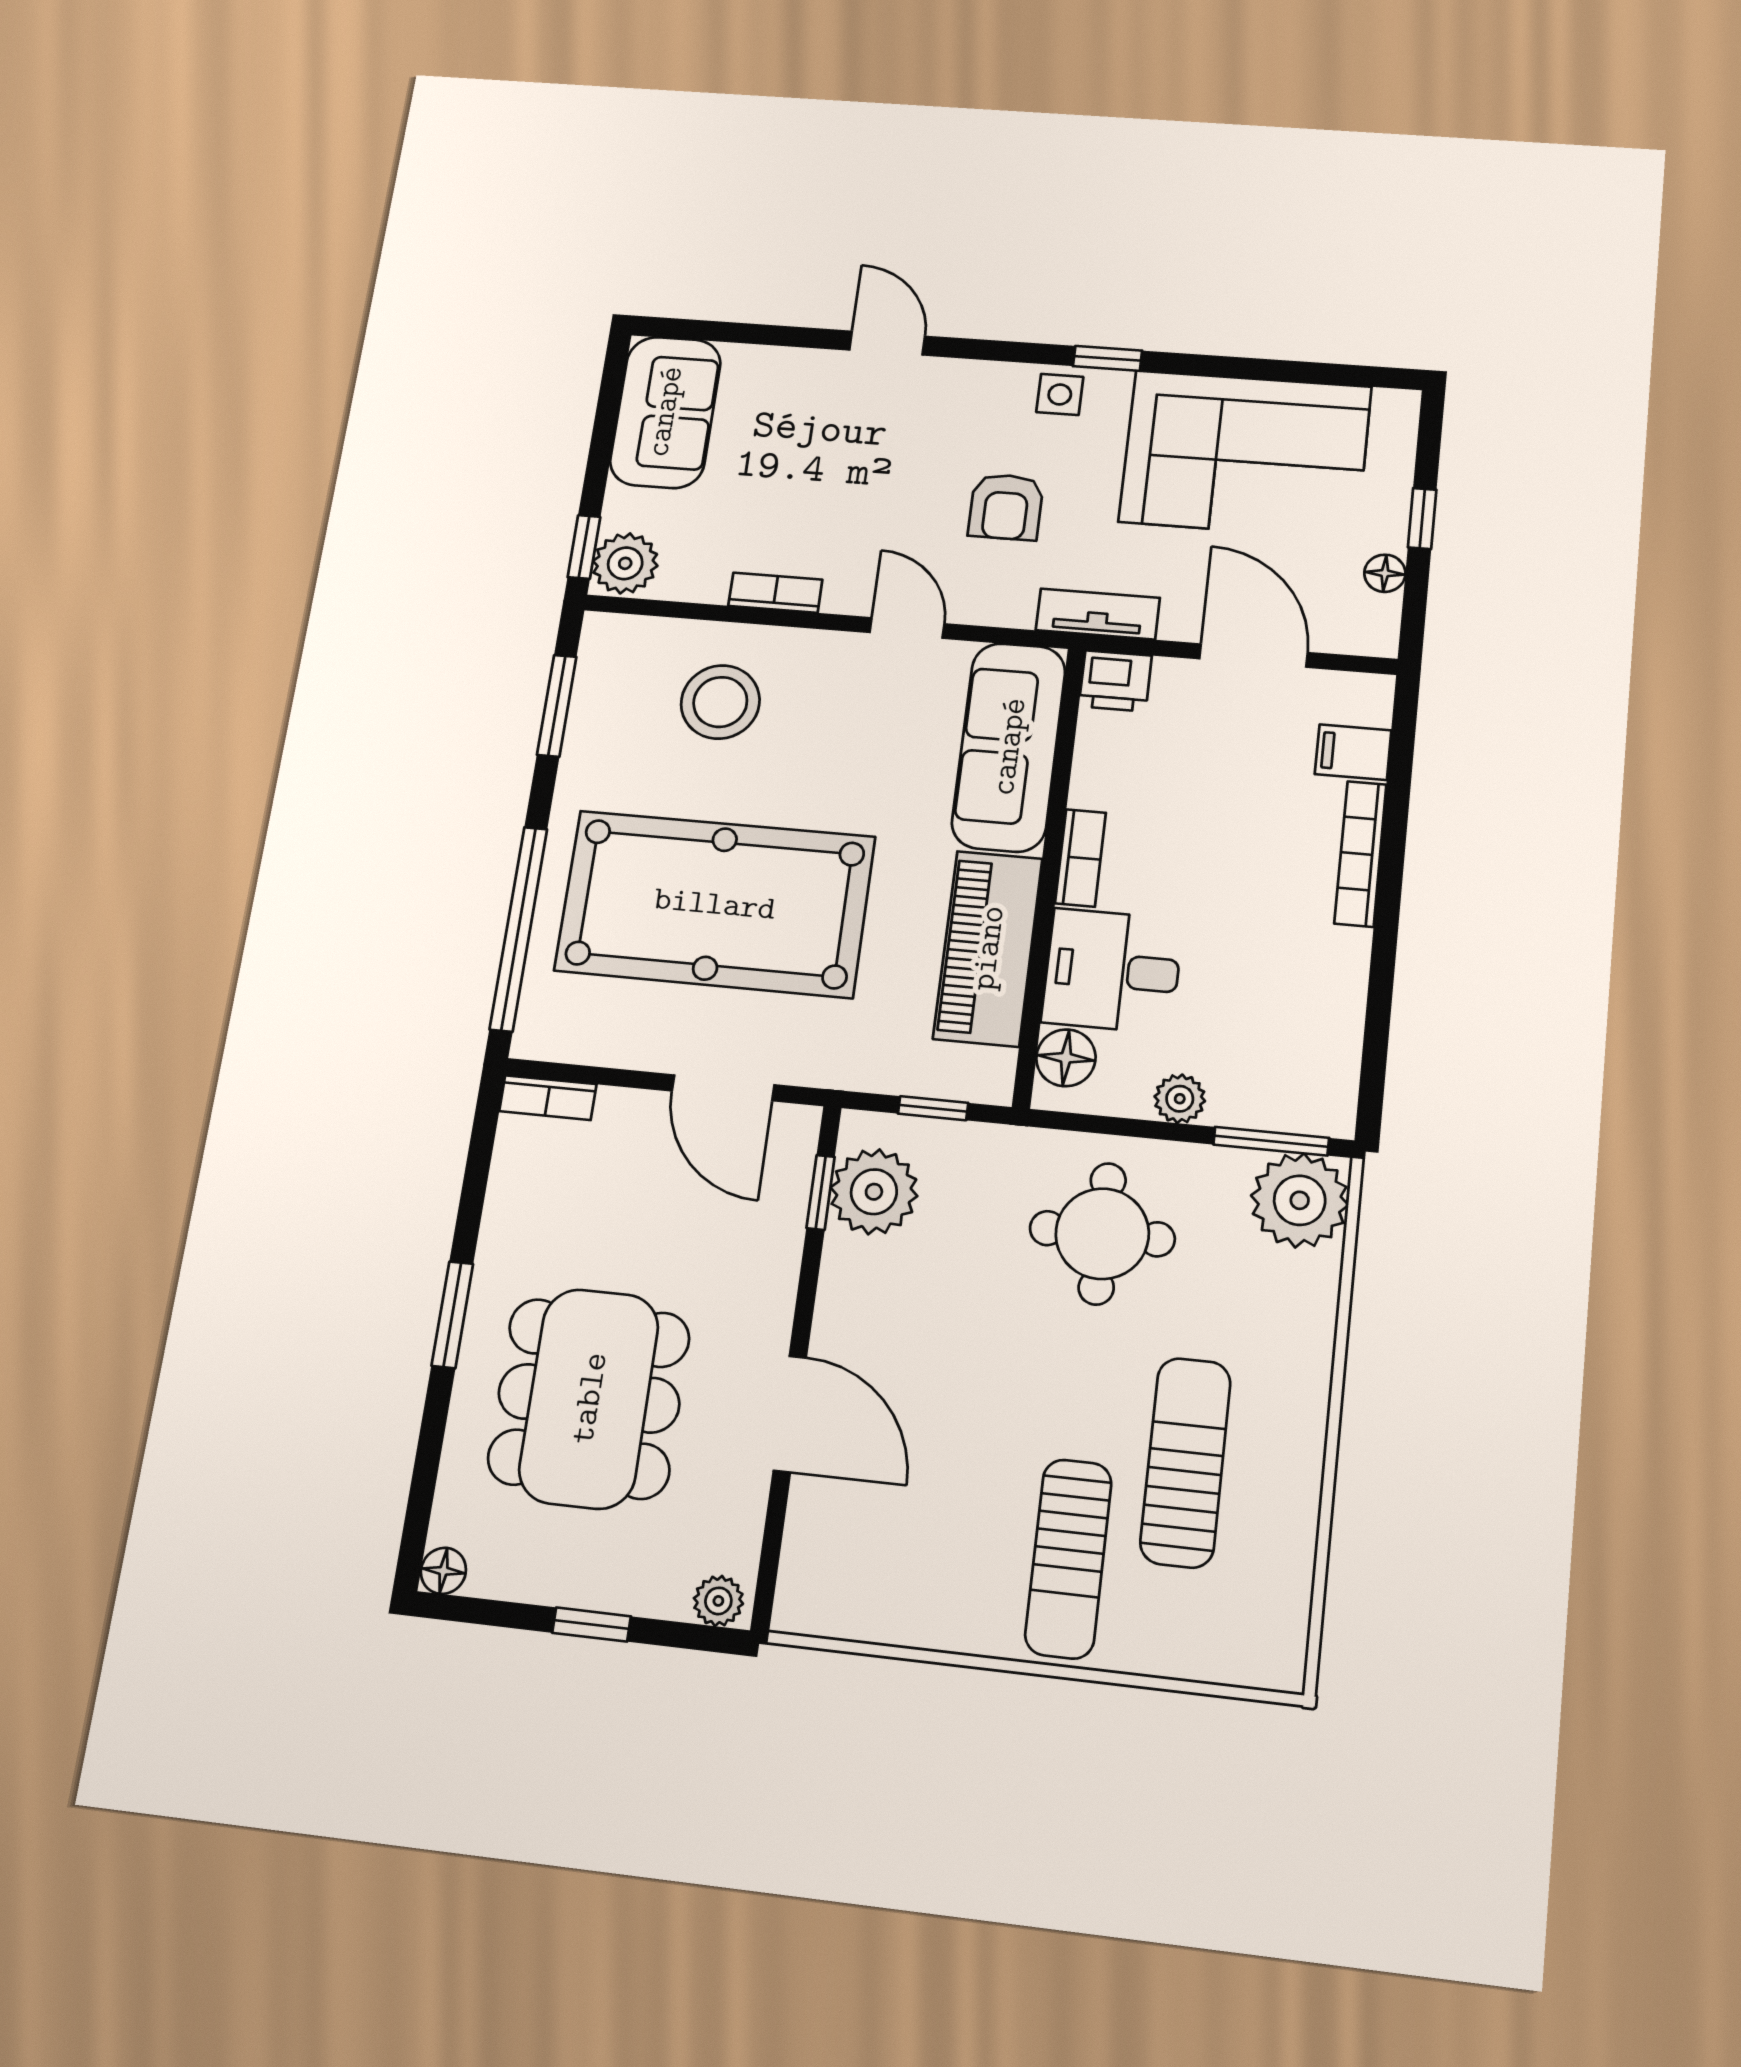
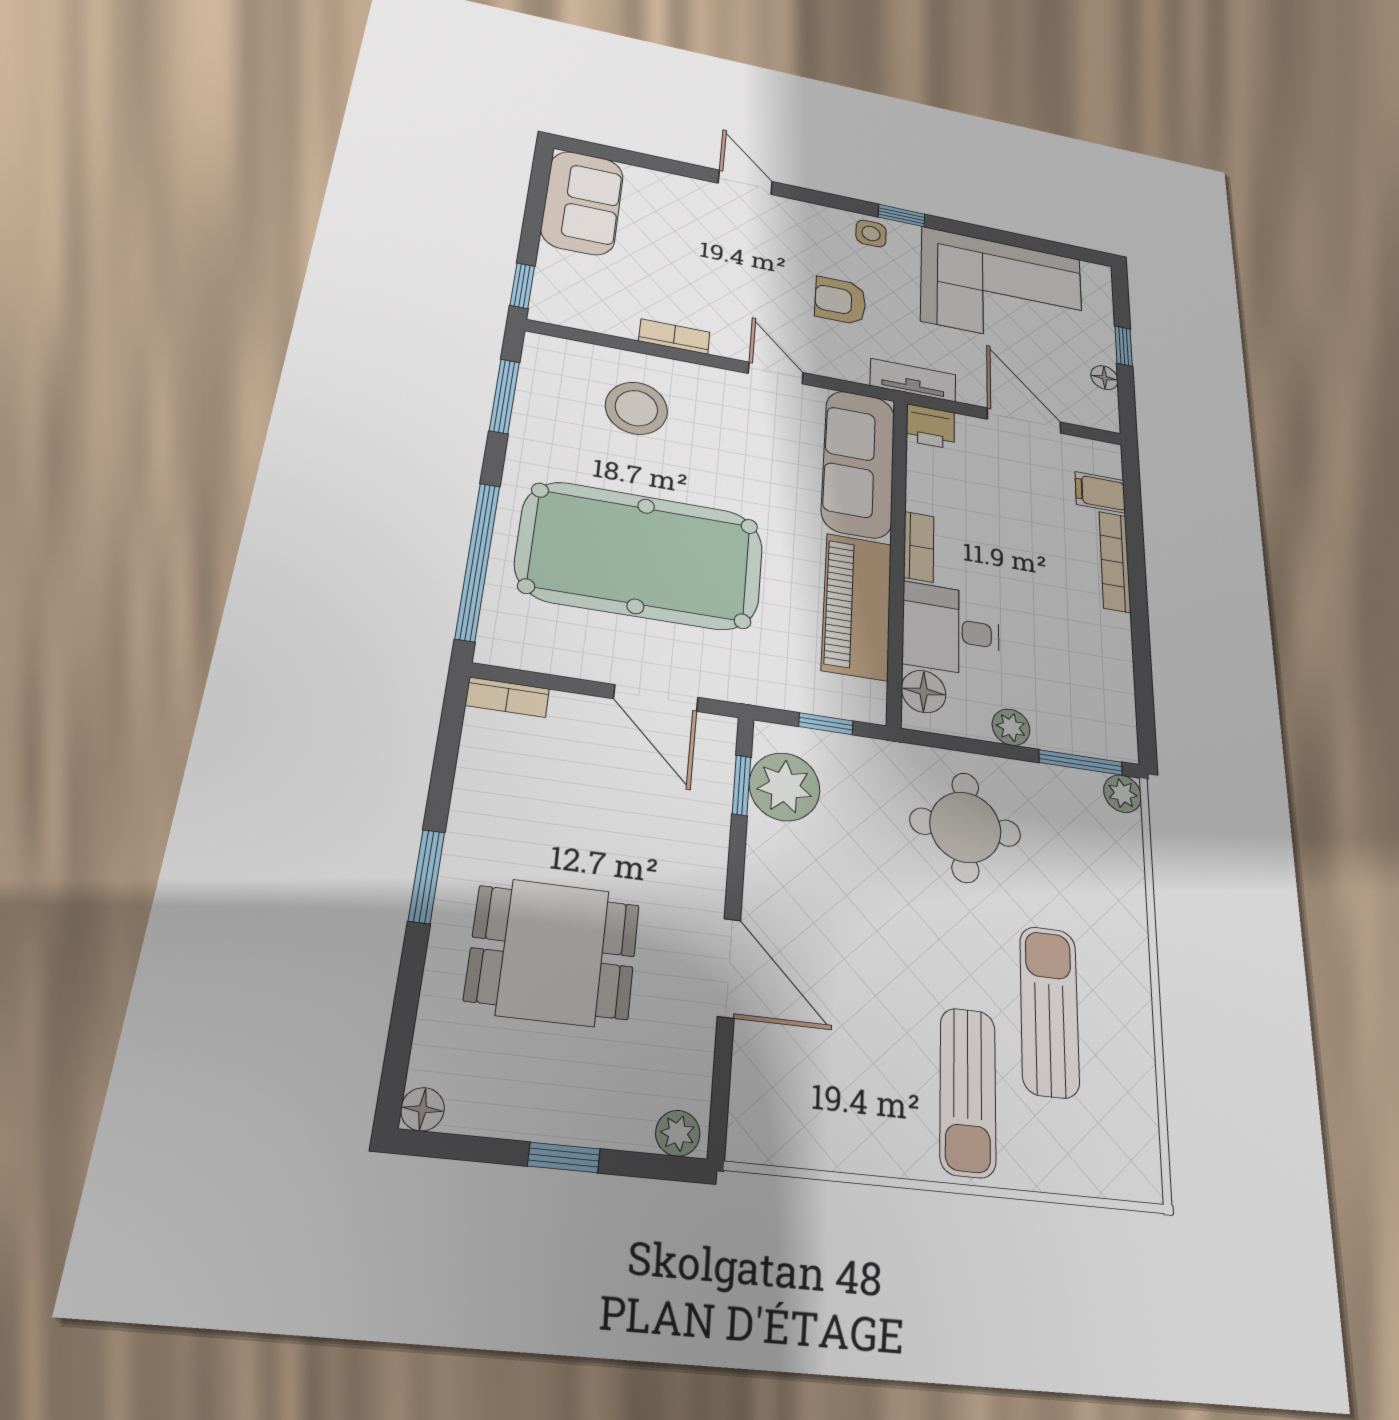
armchair: (1006, 507) -> (840, 301), turned 90
plant: (625, 563) -> (556, 301), removed
plant: (1300, 1200) -> (1123, 794), width x0.53, depth x0.53
dining table: (589, 1398) -> (553, 952), width x0.73

